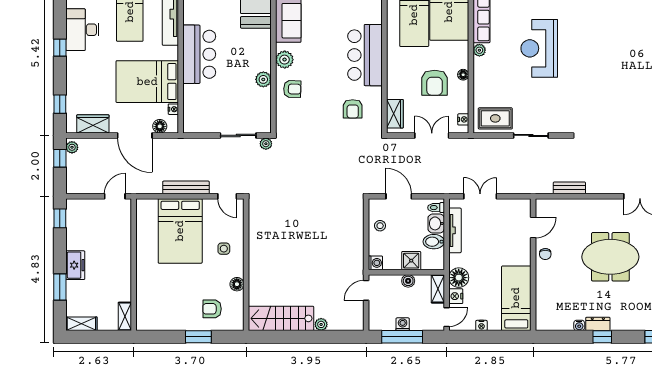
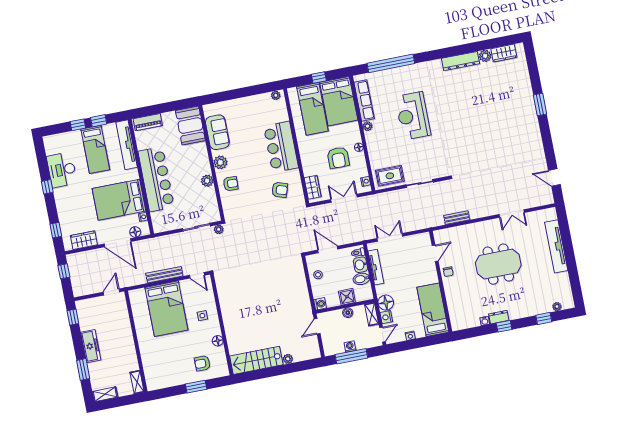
bar counter: (199, 54) -> (156, 179), width x1.36
armchair: (353, 109) -> (280, 190), turned -72
plant: (72, 147) -> (71, 261), removed
freezer: (75, 265) -> (91, 346), width x1.40

